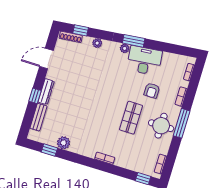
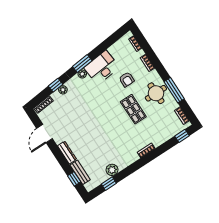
window: (81, 30) -> (56, 85), moved
window: (35, 96) -> (74, 179), moved
window: (182, 123) -> (174, 90), moved

